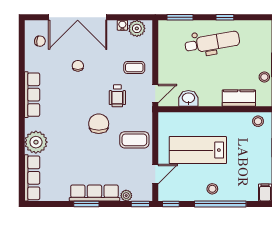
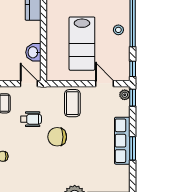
plant: (126, 196) -> (125, 95), moved

